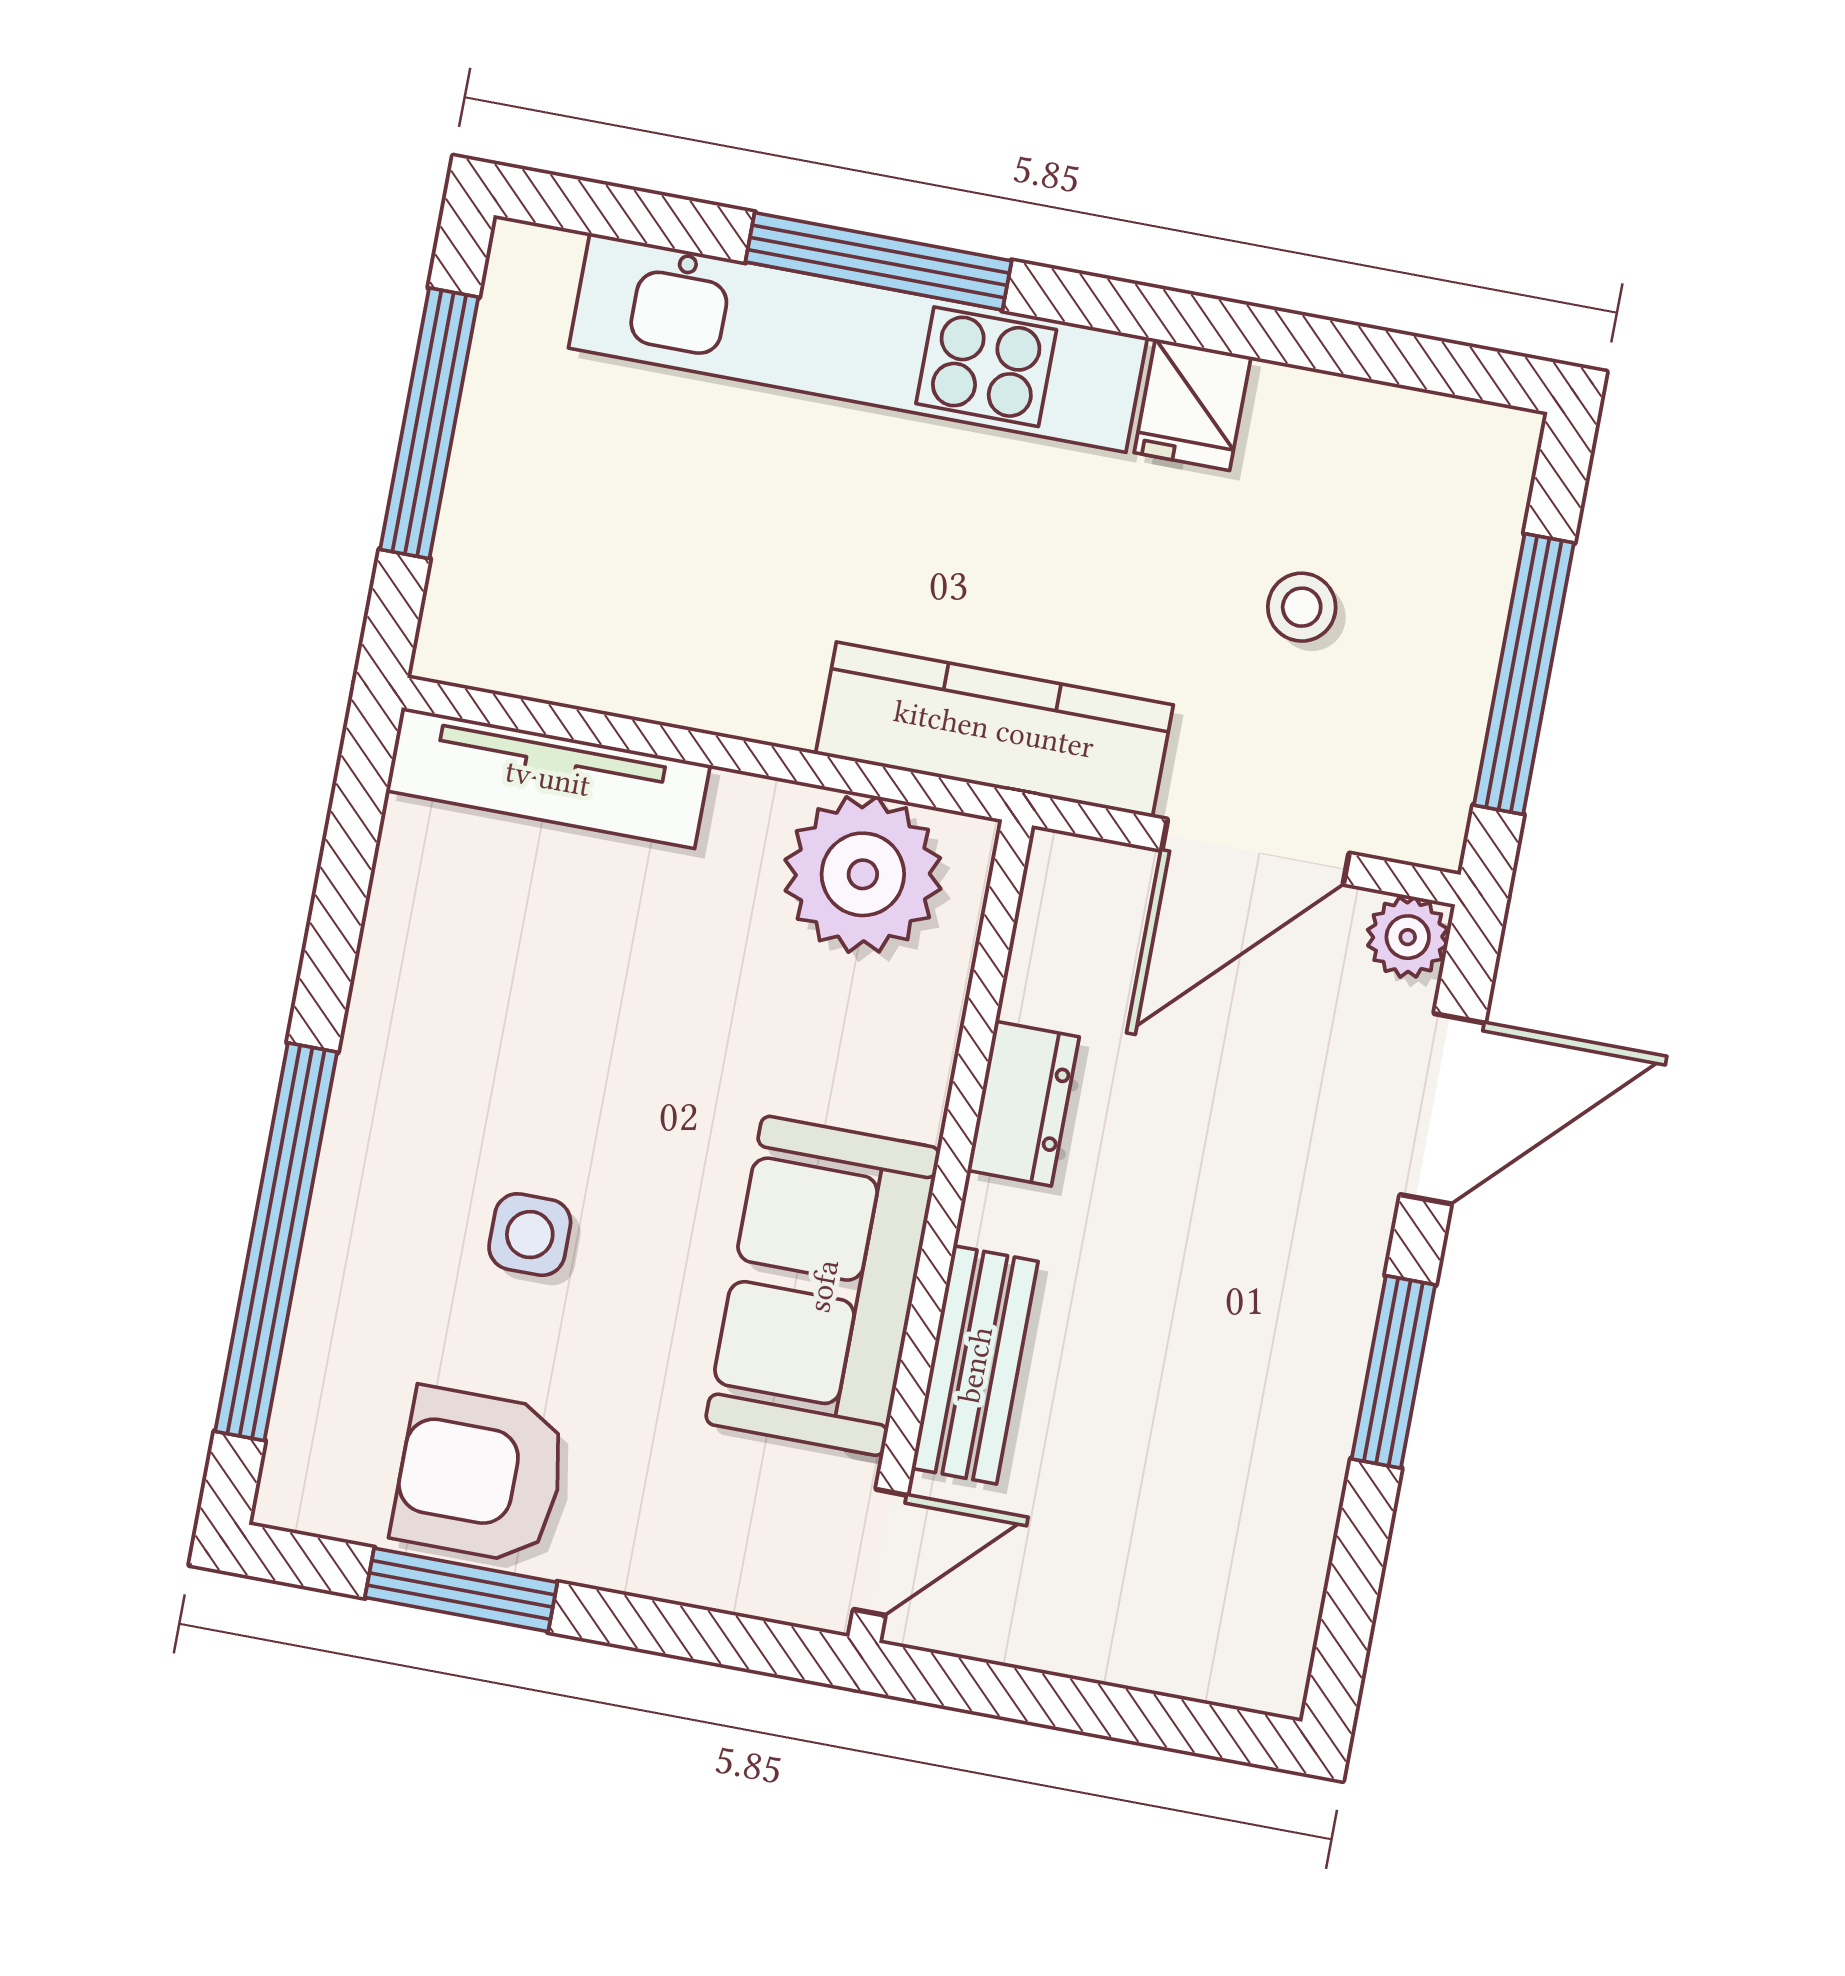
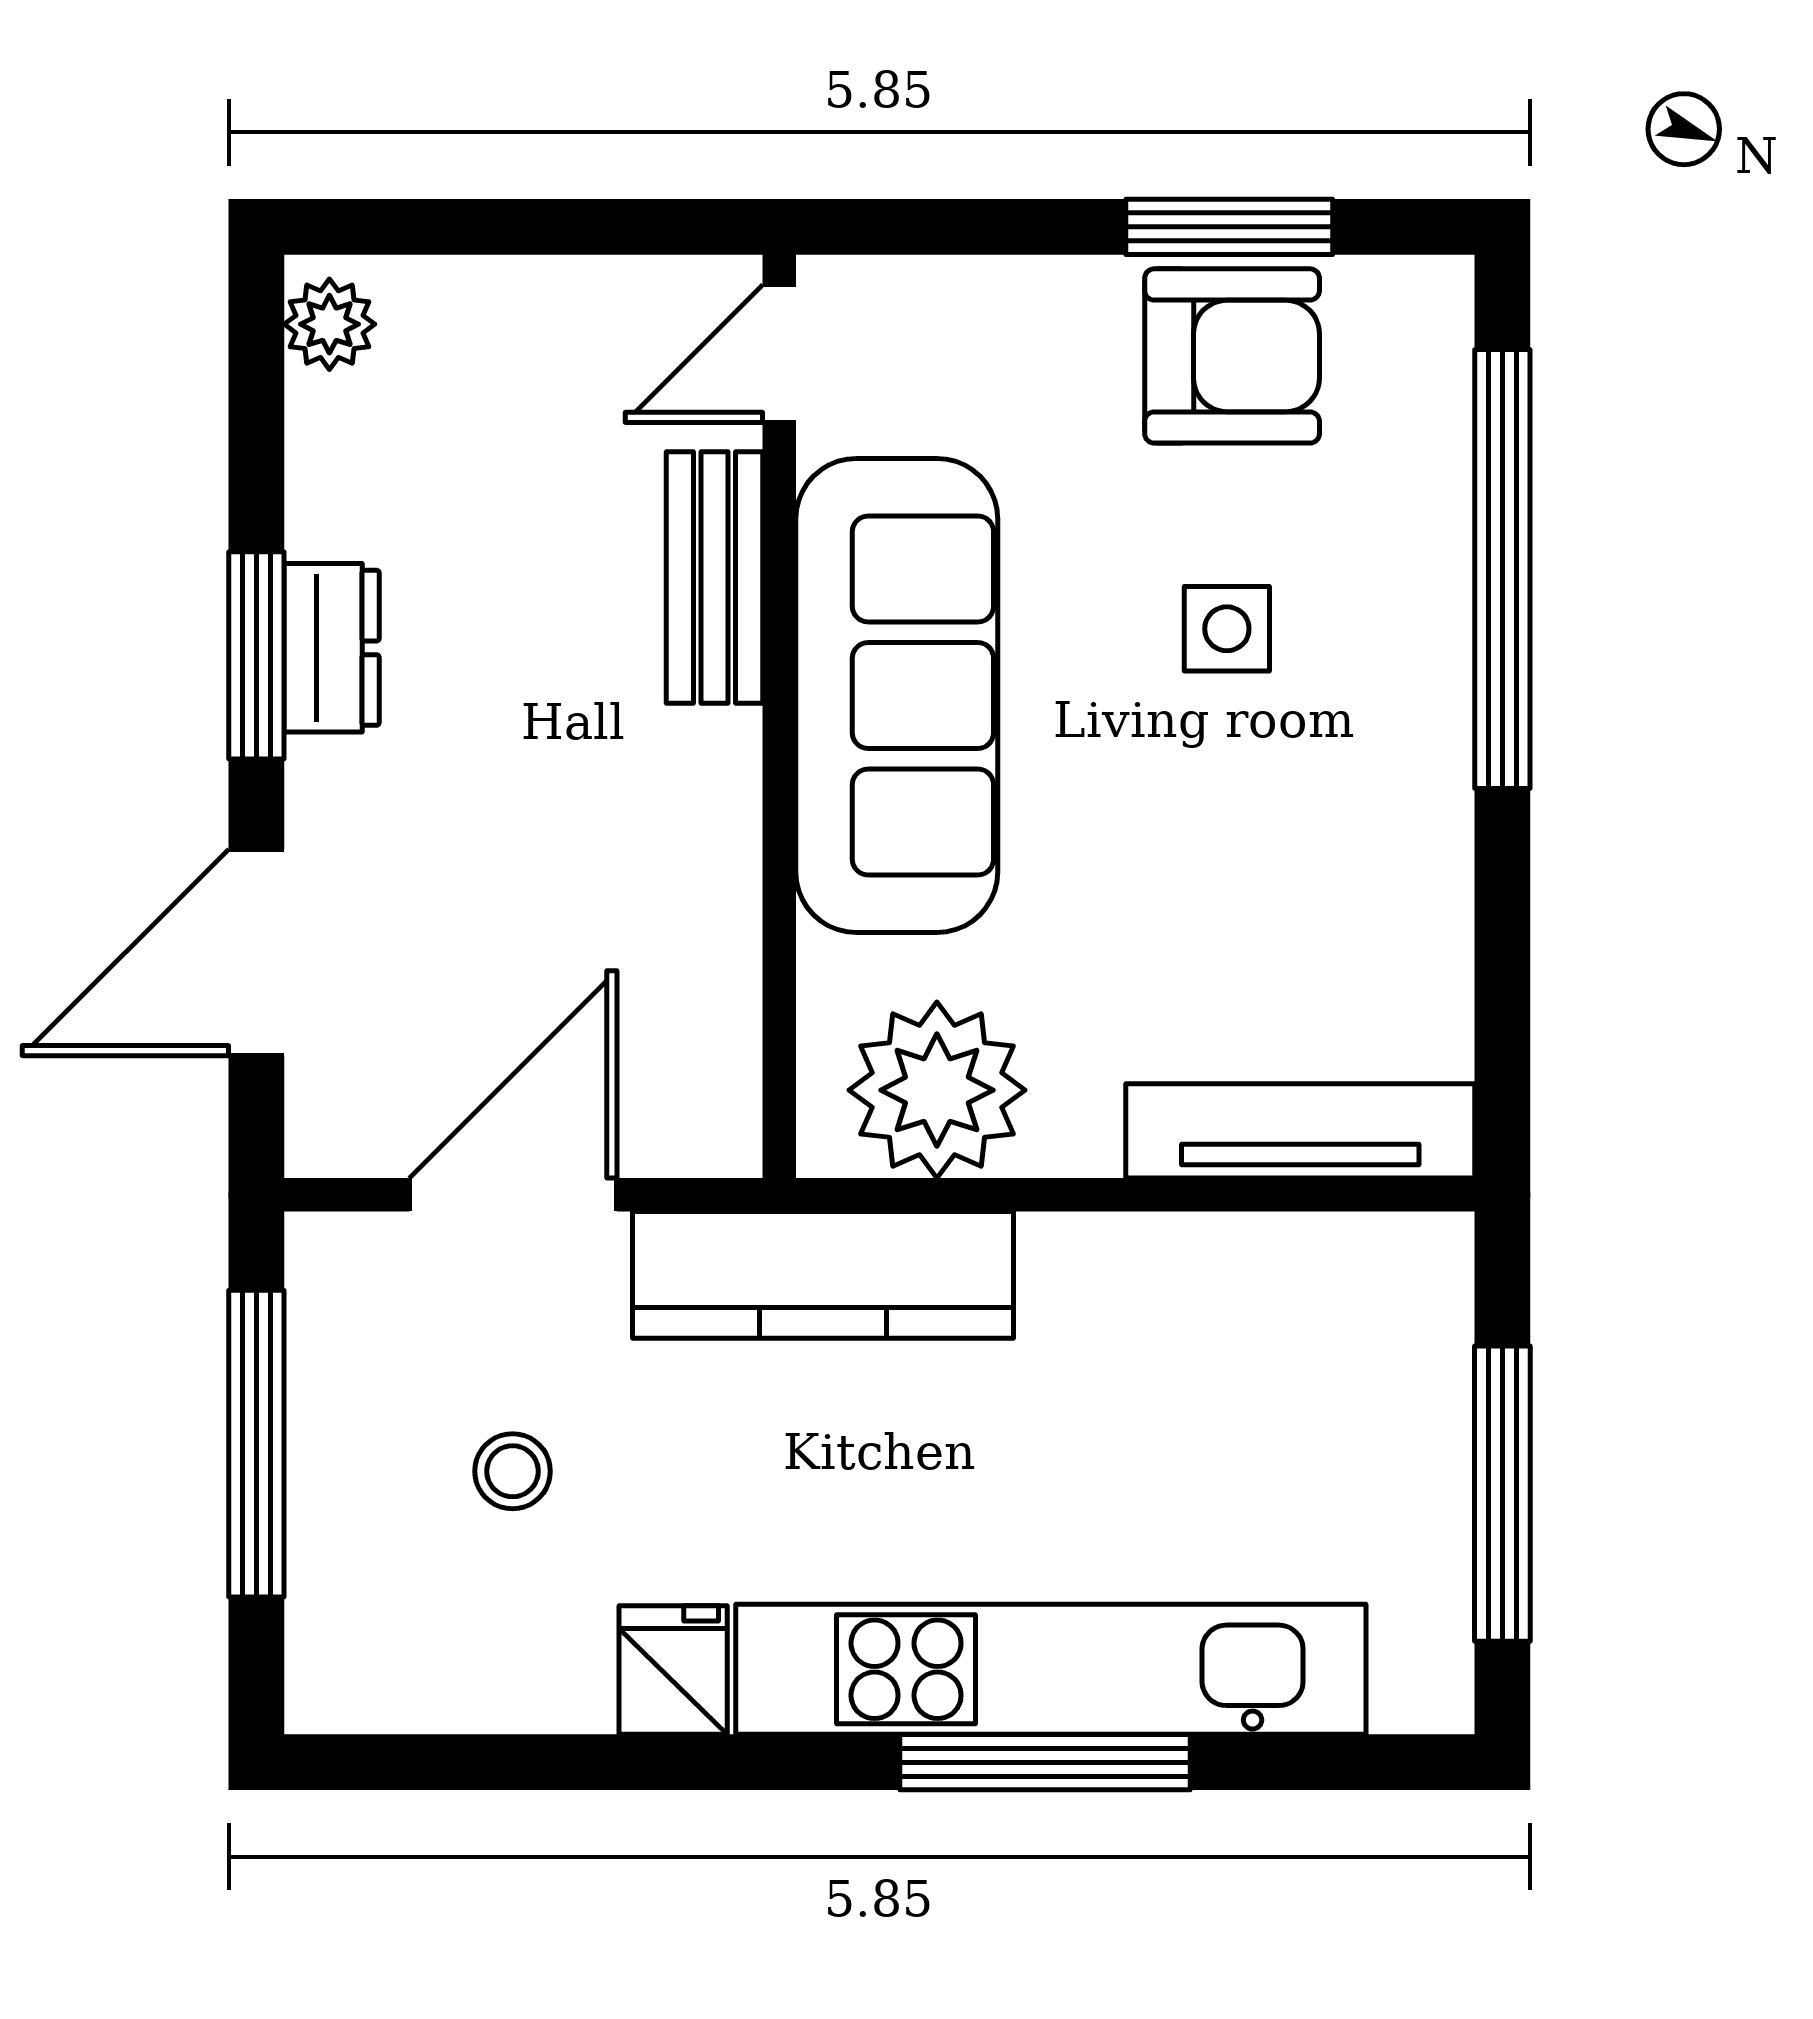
plant: (1408, 937) -> (329, 324), moved
dresser: (1023, 1104) -> (332, 648), moved, turned 180
sofa: (823, 1286) -> (897, 695), width x1.36

